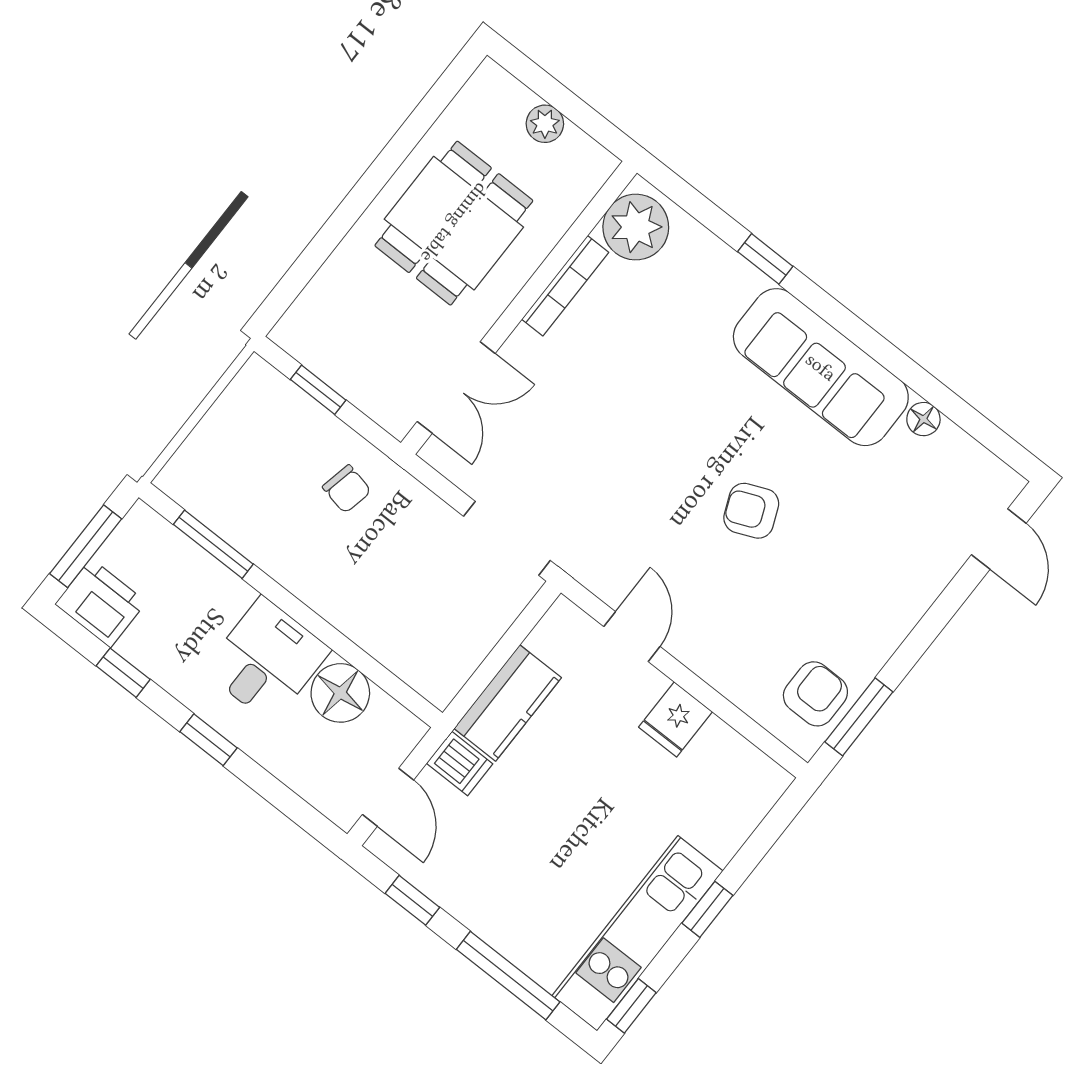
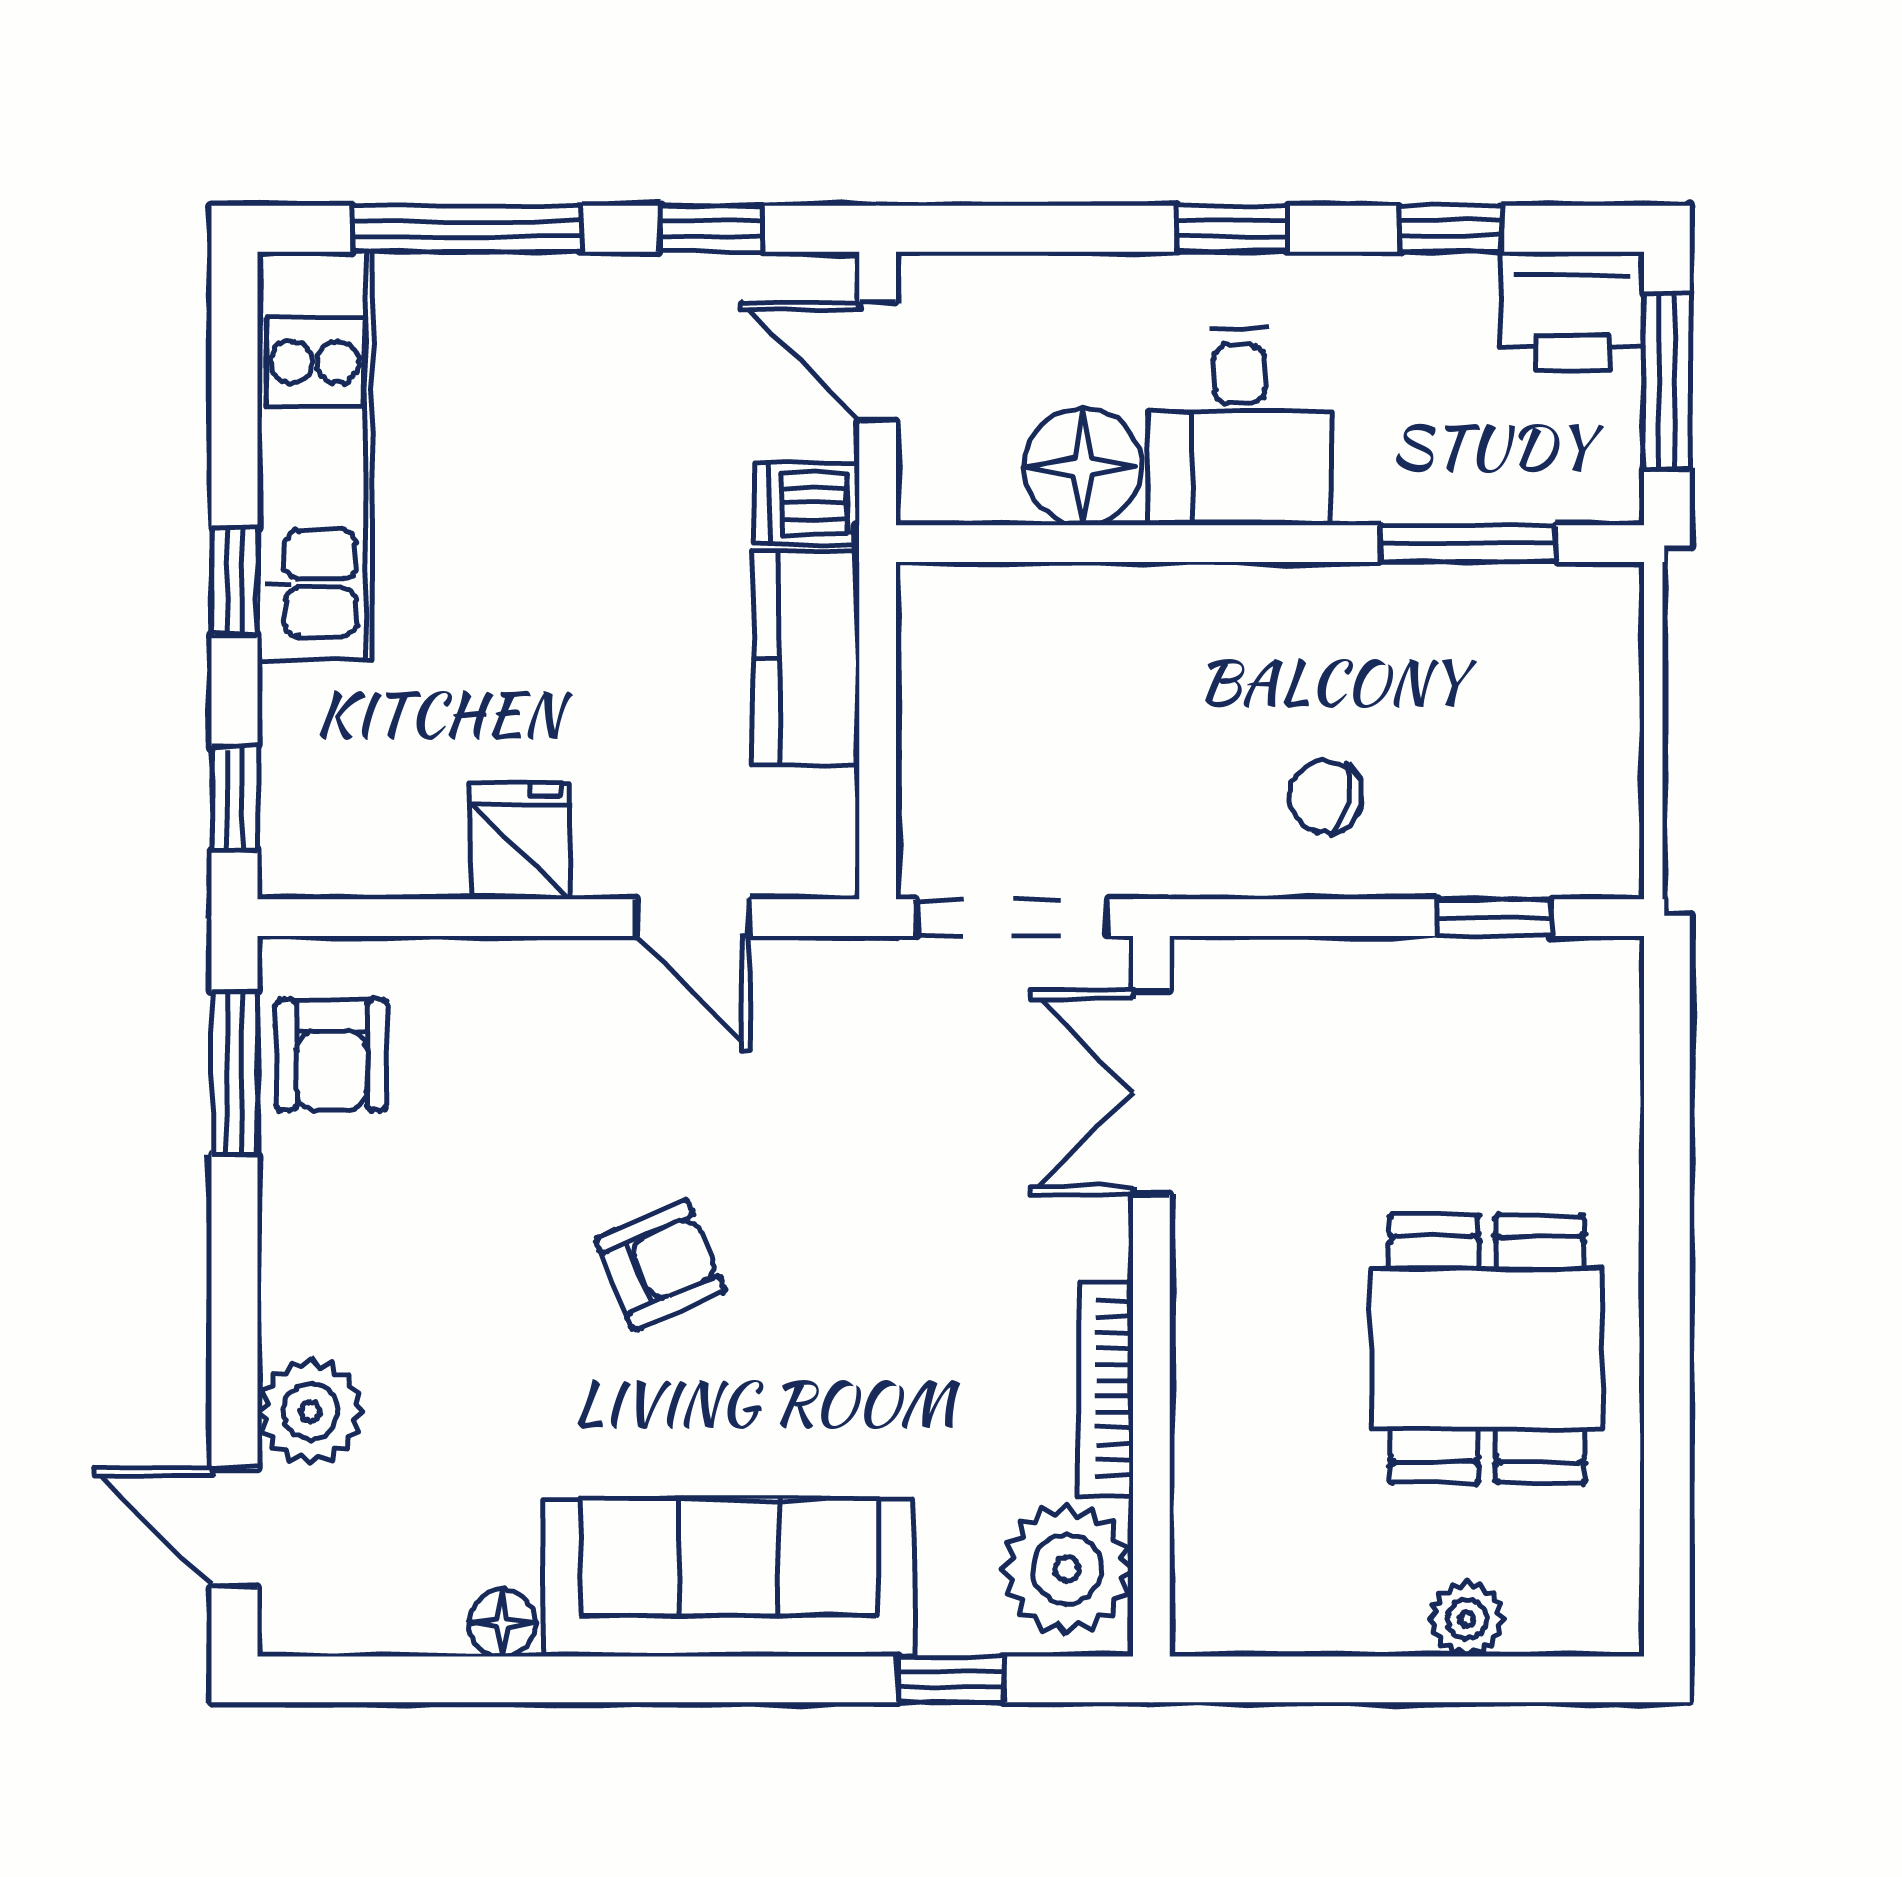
plant: (636, 227) -> (1067, 1569), moved
bookcase: (565, 286) -> (1106, 1389), moved
wall: (519, 308) -> (1151, 1296), moved
double door: (456, 387) -> (1151, 1093), moved
plant: (933, 561) -> (311, 1412), added
window: (631, 1006) -> (234, 798), moved

